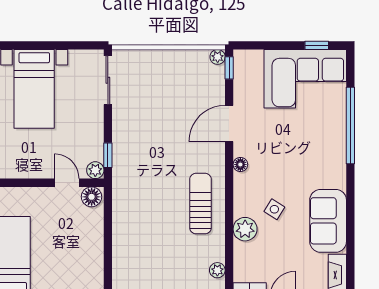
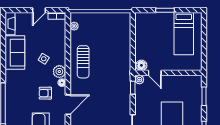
armchair: (271, 145) -> (45, 93), added
plant: (245, 229) -> (59, 72), moved

